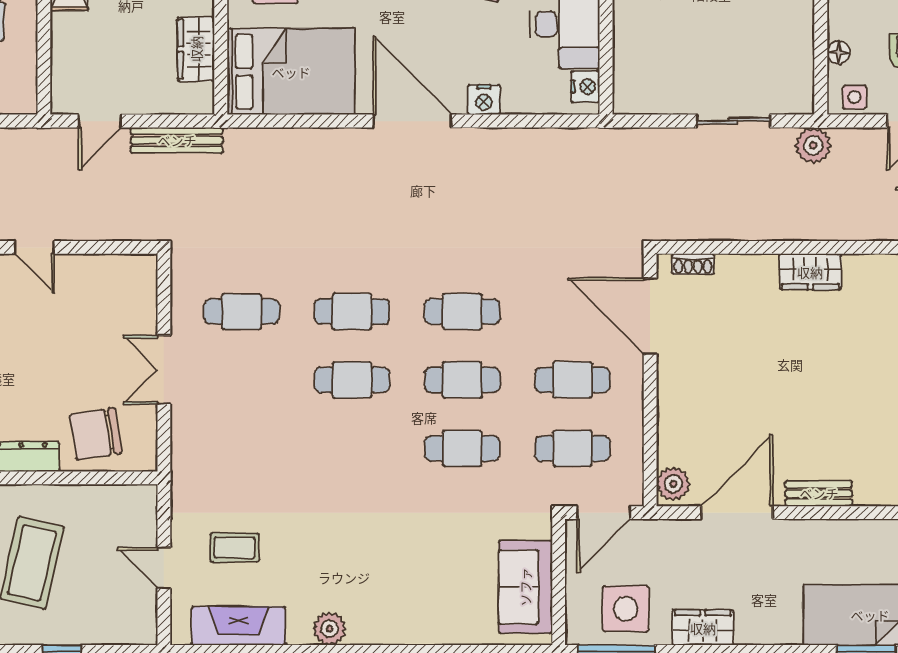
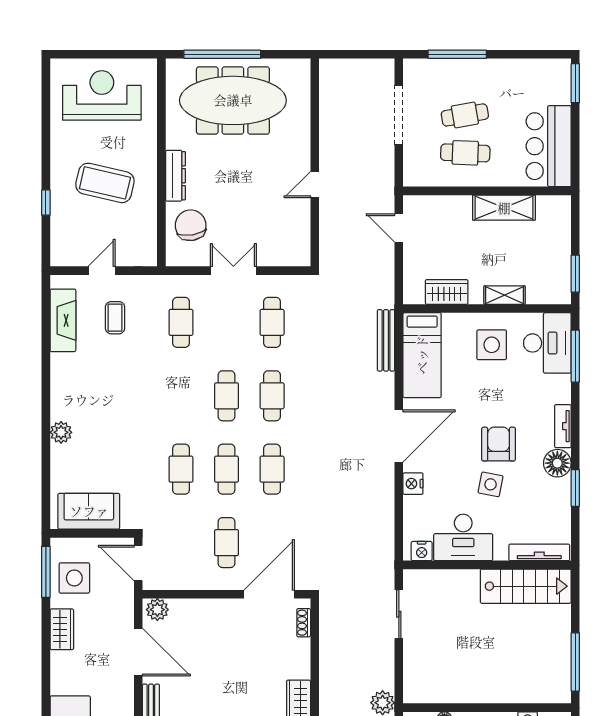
bed: (291, 72) -> (422, 355), width x0.67
sliding door: (733, 121) -> (399, 614), moved
bench: (177, 140) -> (386, 340), moved
cafe table: (573, 448) -> (181, 322), moved
plant: (329, 629) -> (61, 432), moved

